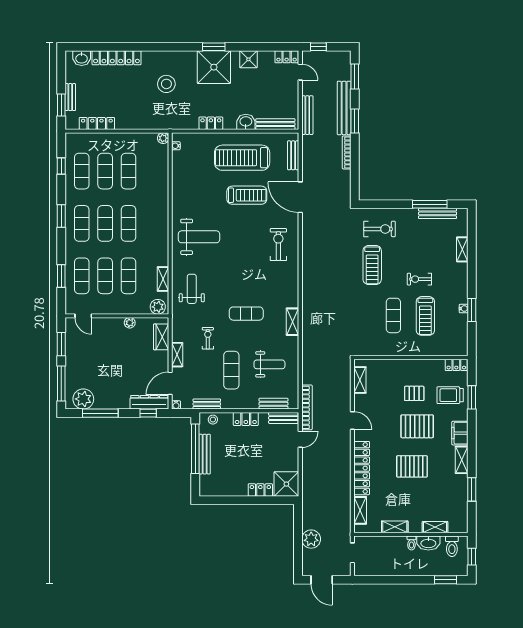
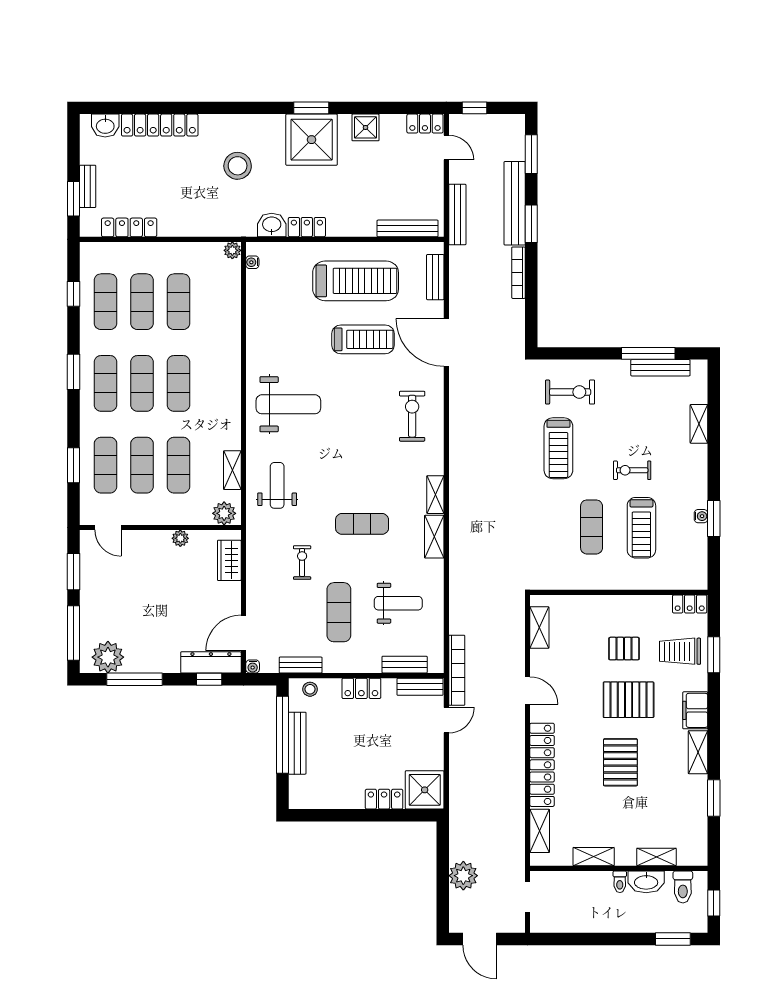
washbasin: (246, 122) -> (272, 225), moved
treadmill: (242, 158) -> (356, 281), turned 180
shelving: (177, 355) -> (435, 495), moved
pallet: (412, 466) -> (620, 762), turned 90

